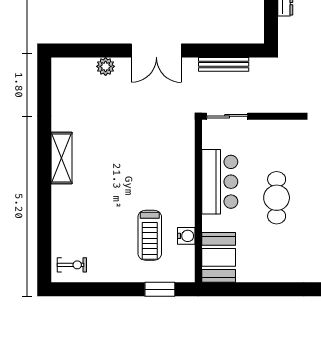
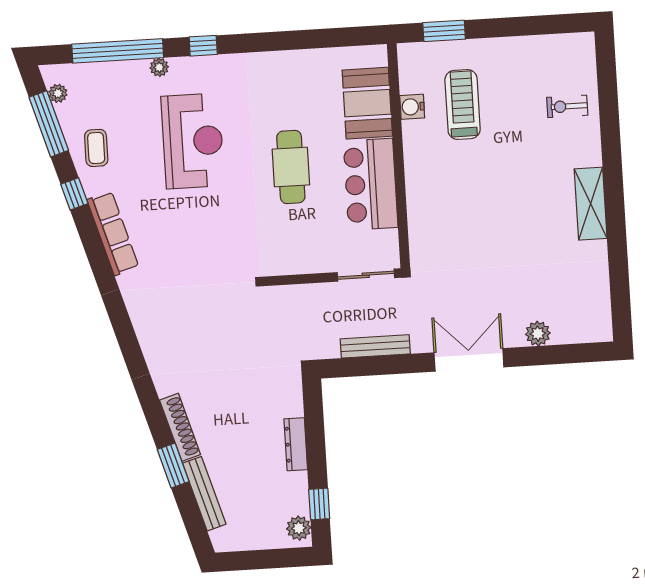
booth: (219, 257) -> (367, 103), moved
exercise bike: (72, 265) -> (567, 106), moved

